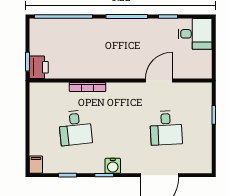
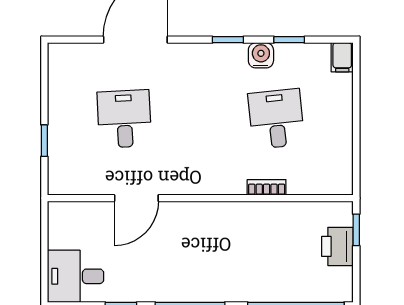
printer: (39, 67) -> (337, 246), moved
bookcase: (88, 87) -> (267, 187), width x0.64
water cooler: (113, 166) -> (261, 55), moved

